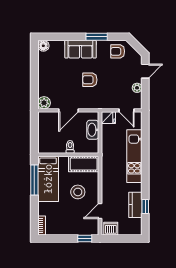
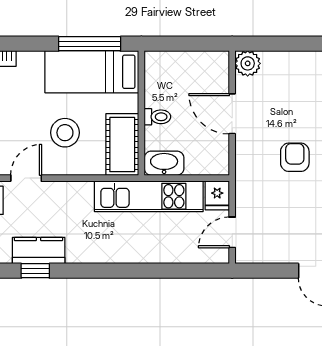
plant: (137, 88) -> (278, 254), removed
washbasin: (93, 130) -> (164, 163), moved
kitchen unit: (134, 156) -> (149, 196), moved, turned 180
door: (100, 211) -> (26, 178), hinge flipped

